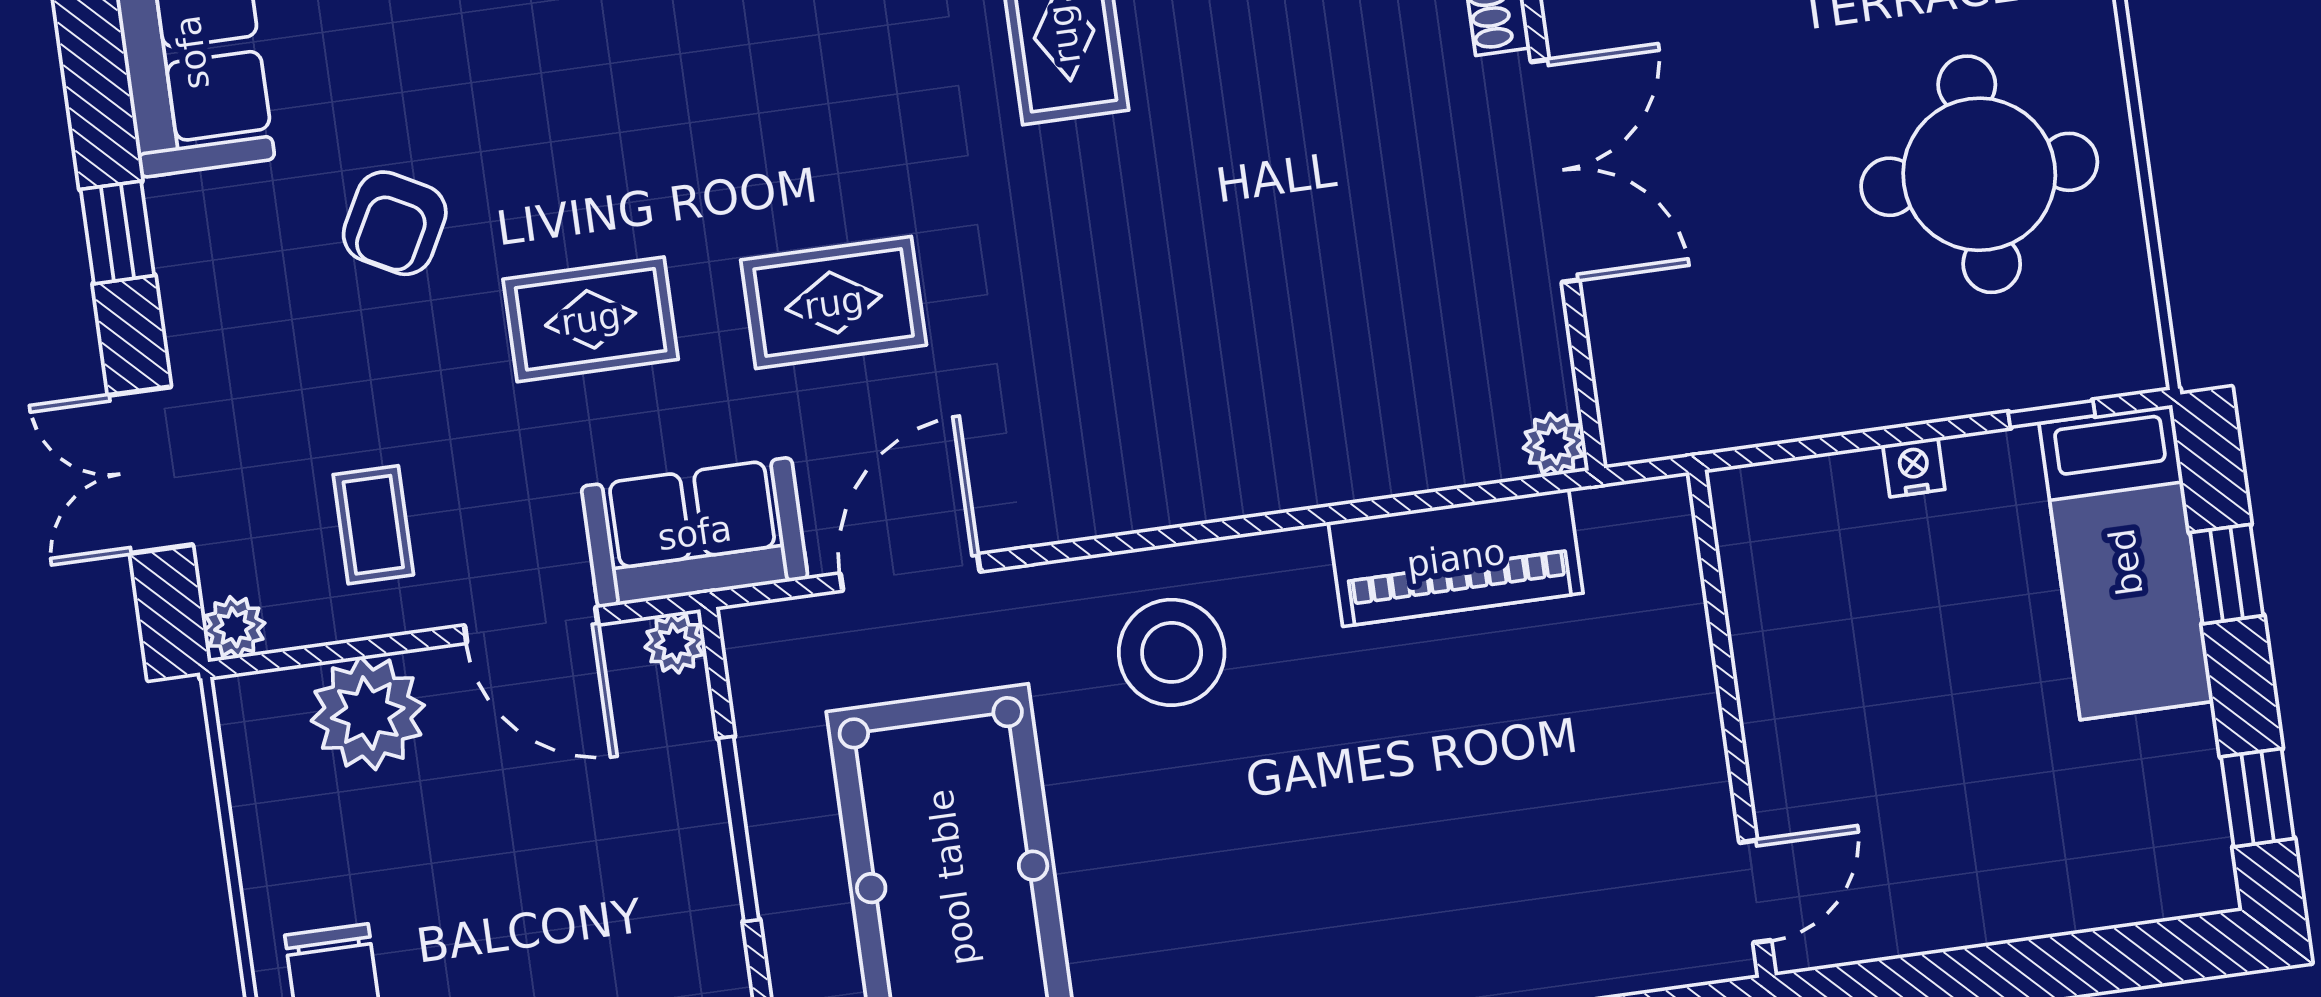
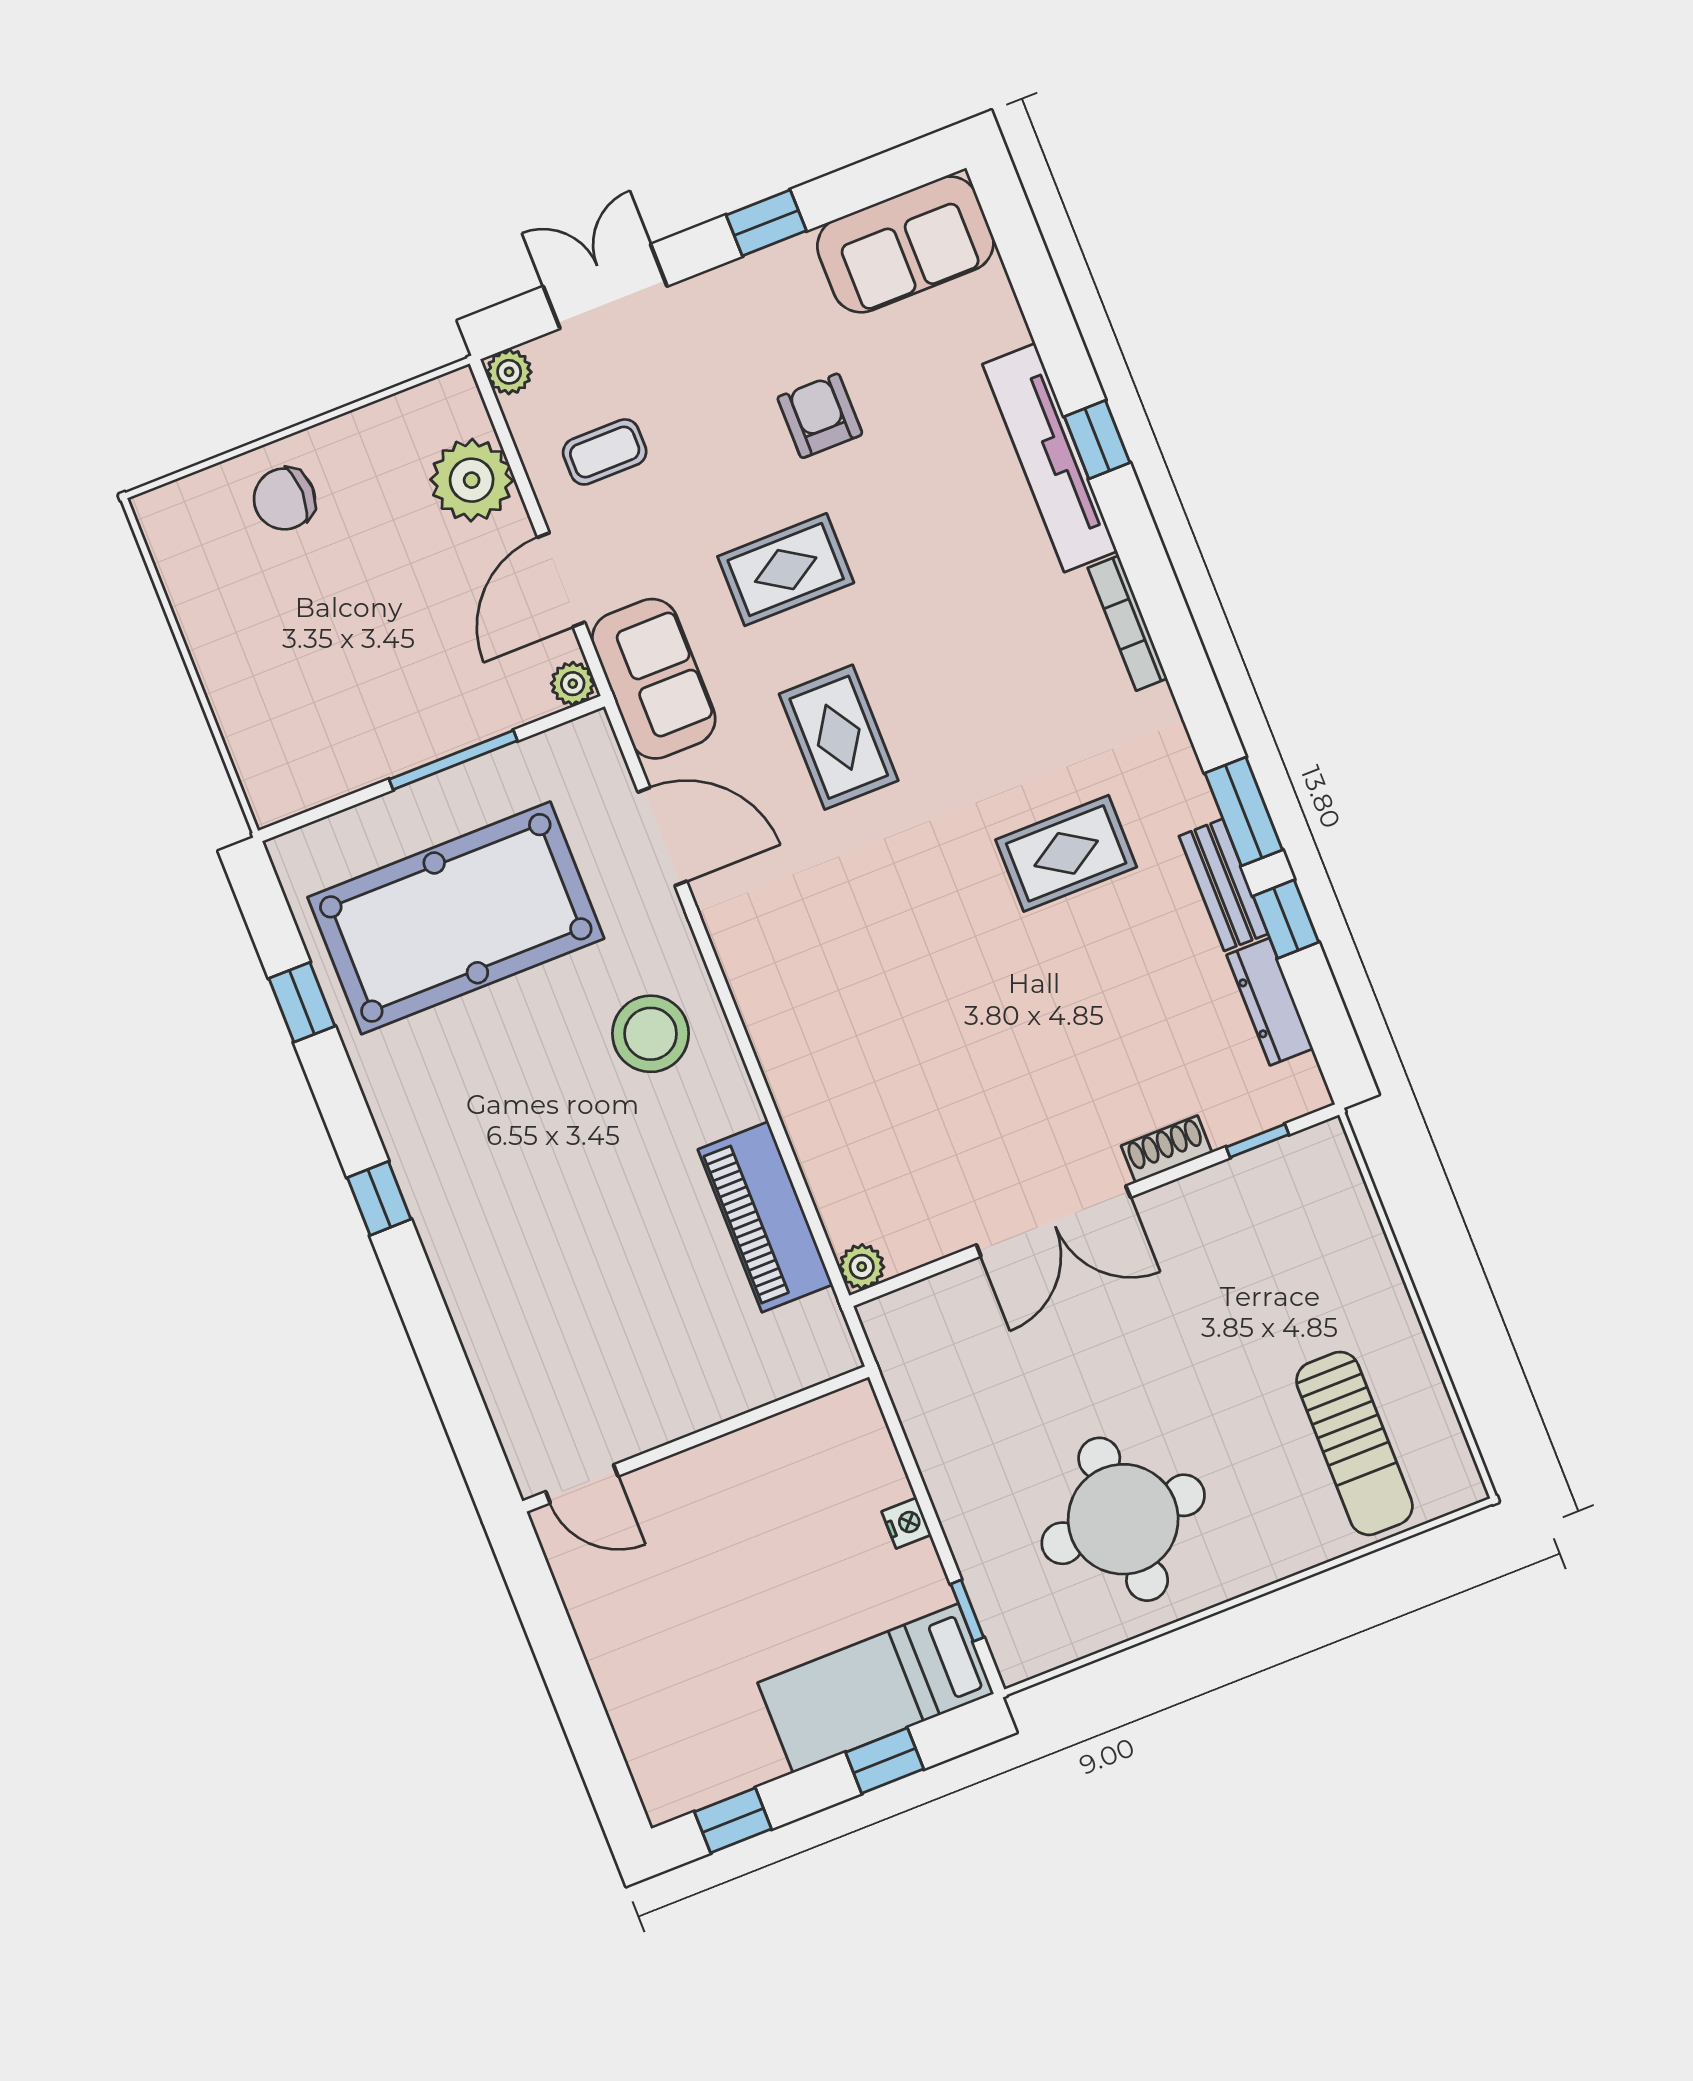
armchair: (395, 223) -> (820, 416), turned 62
rug: (591, 319) -> (786, 570), turned 90

